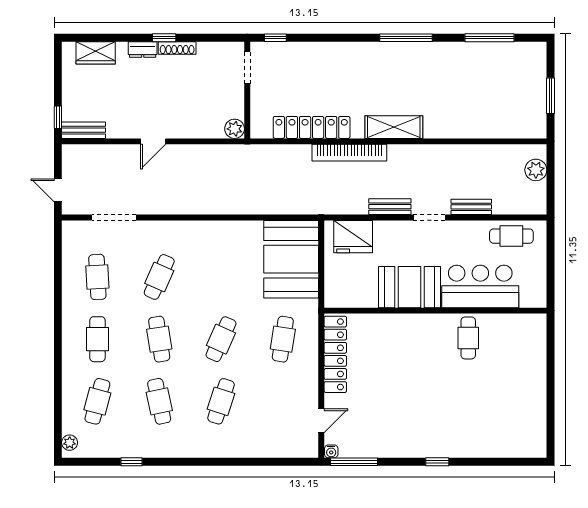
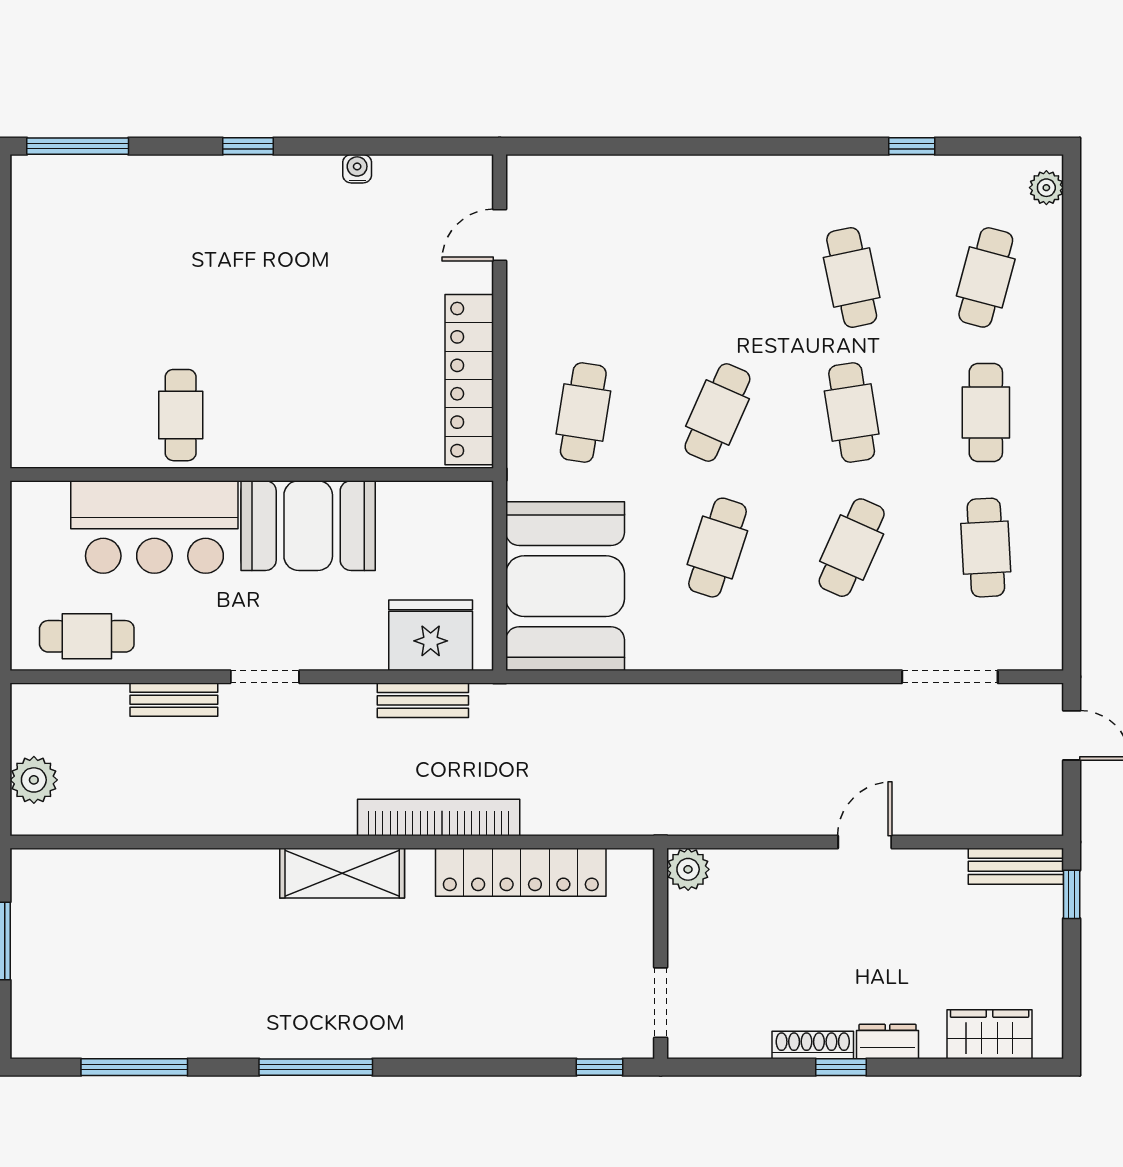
bench: (390, 207) -> (423, 700), moved
cafe table: (221, 401) -> (717, 548), moved
water cooler: (331, 451) -> (357, 169), moved
window: (354, 462) -> (78, 146), moved

